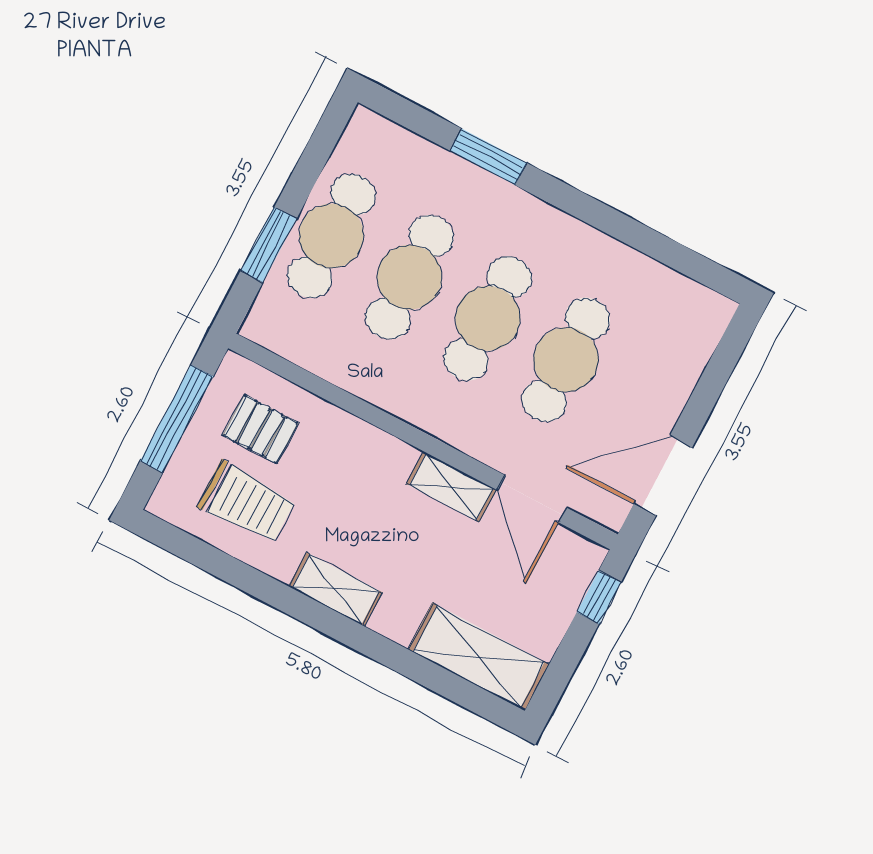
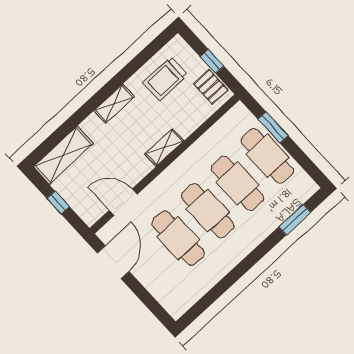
window: (489, 157) -> (295, 220), moved
window: (177, 419) -> (212, 61), width x0.46
pallet: (261, 429) -> (211, 87), moved, turned 90
shelving: (451, 487) -> (164, 147), moved
window: (599, 597) -> (58, 202), moved

